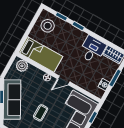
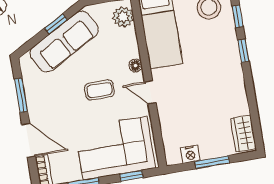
desk: (92, 50) -> (226, 98), removed
coffee table: (41, 113) -> (100, 90), moved

